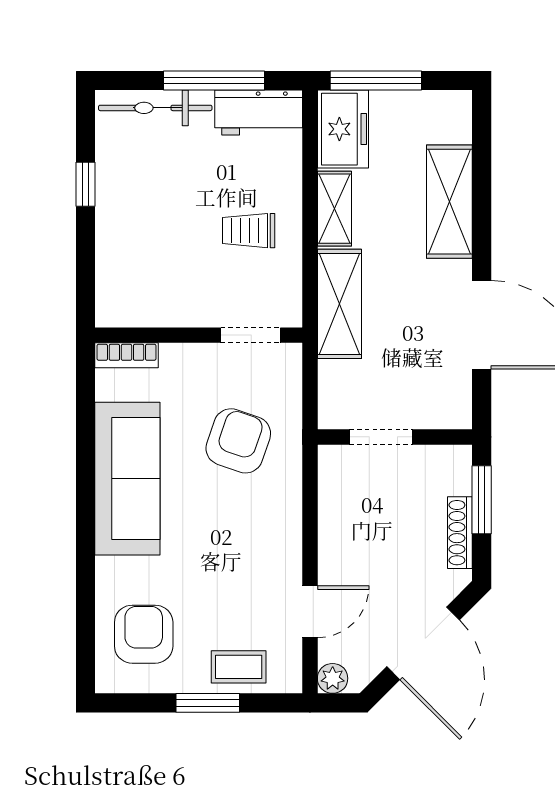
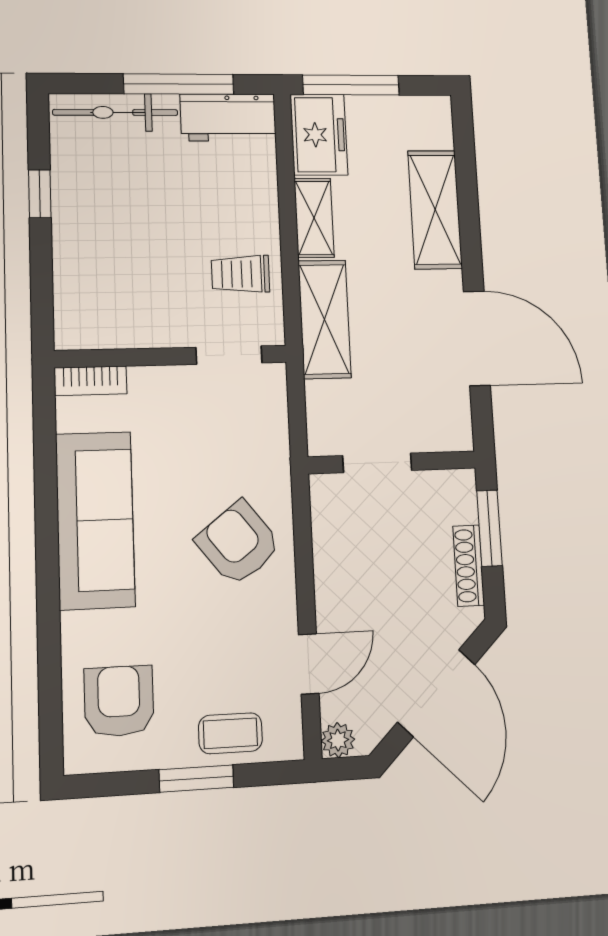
trolley: (249, 231) -> (241, 274), moved
armchair: (238, 441) -> (238, 543), moved, turned -57

